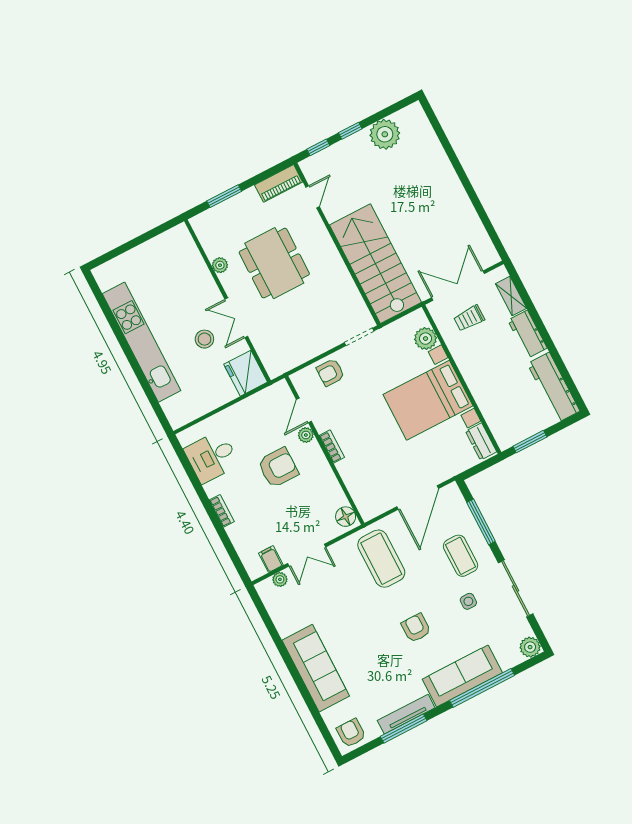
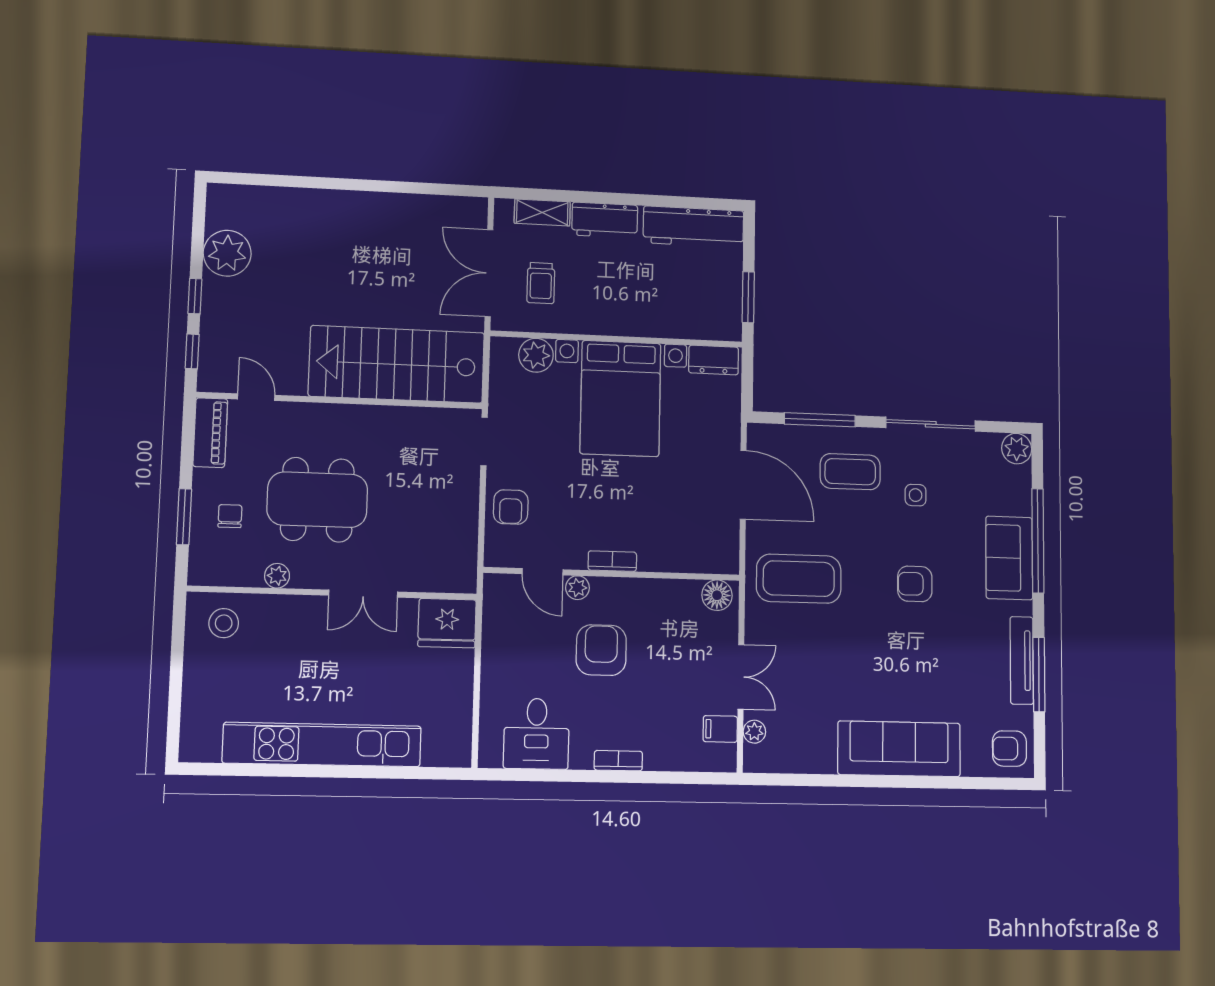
chair: (238, 221) -> (230, 516), added
stool: (204, 339) -> (224, 623), moved
sofa: (462, 676) -> (1009, 558), width x0.73

